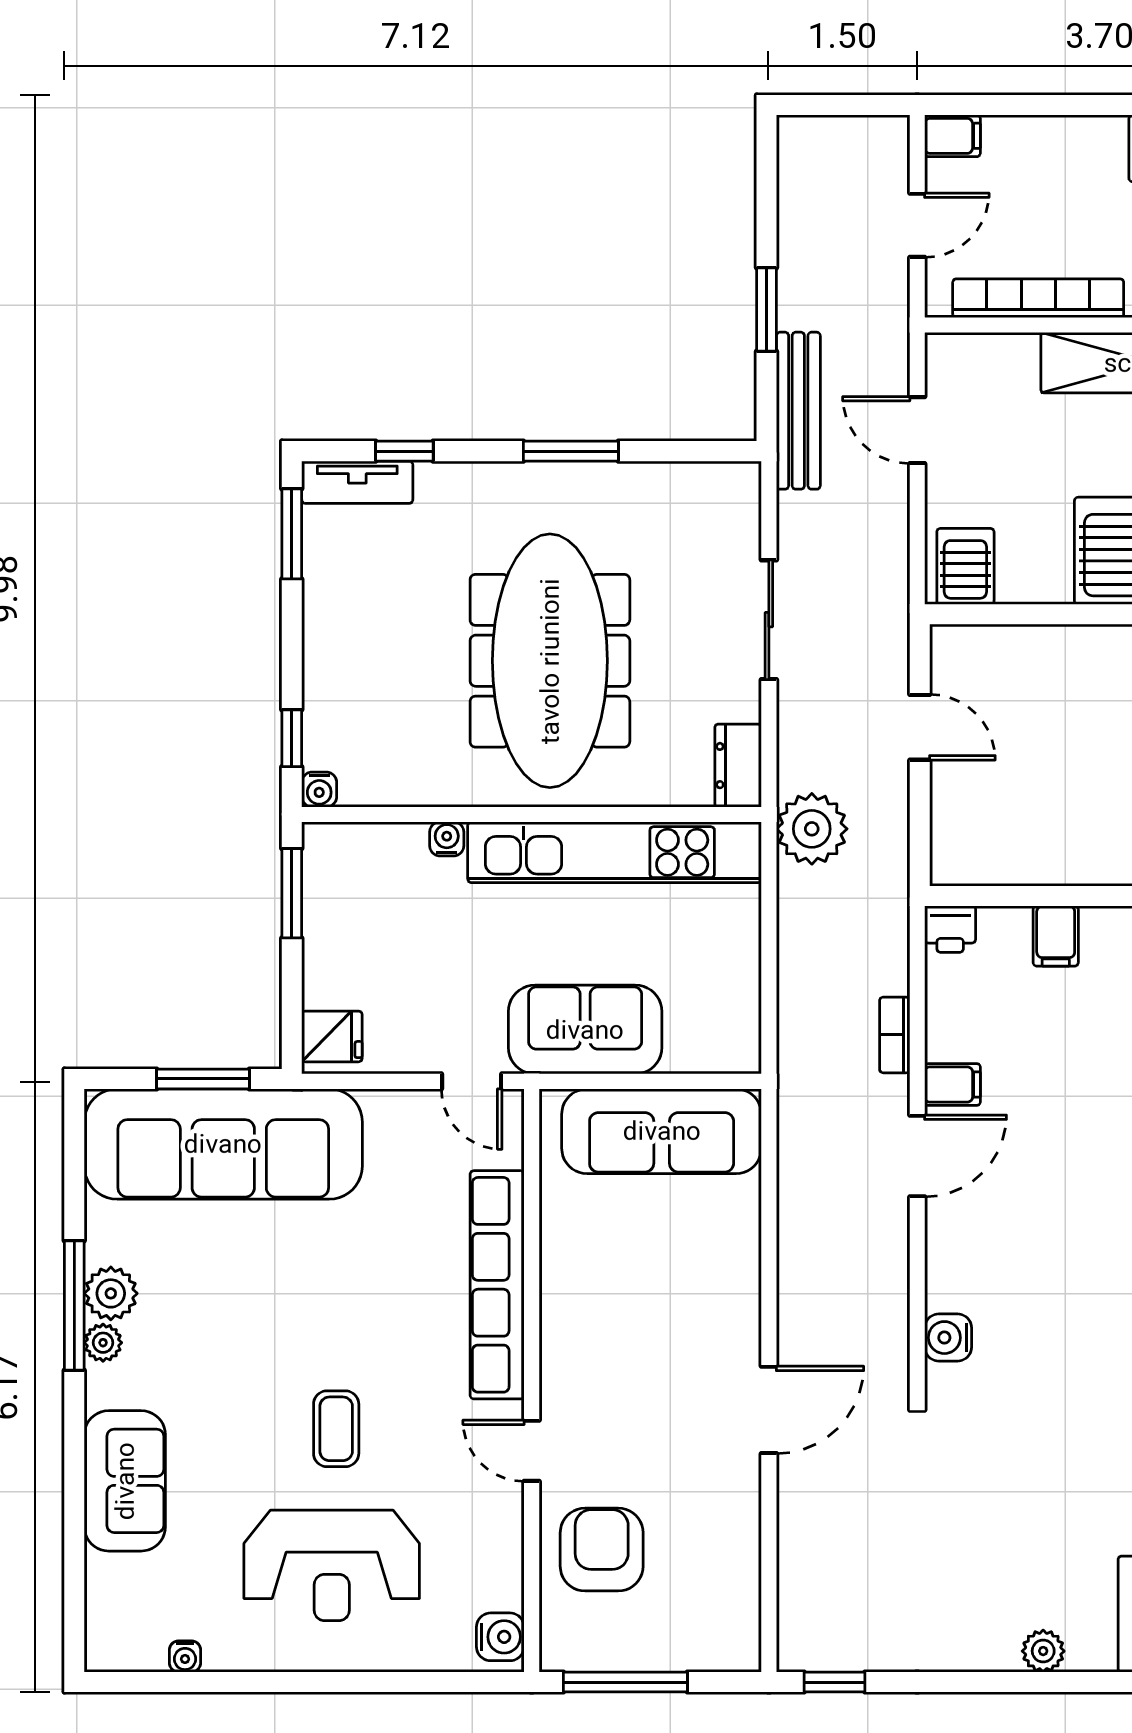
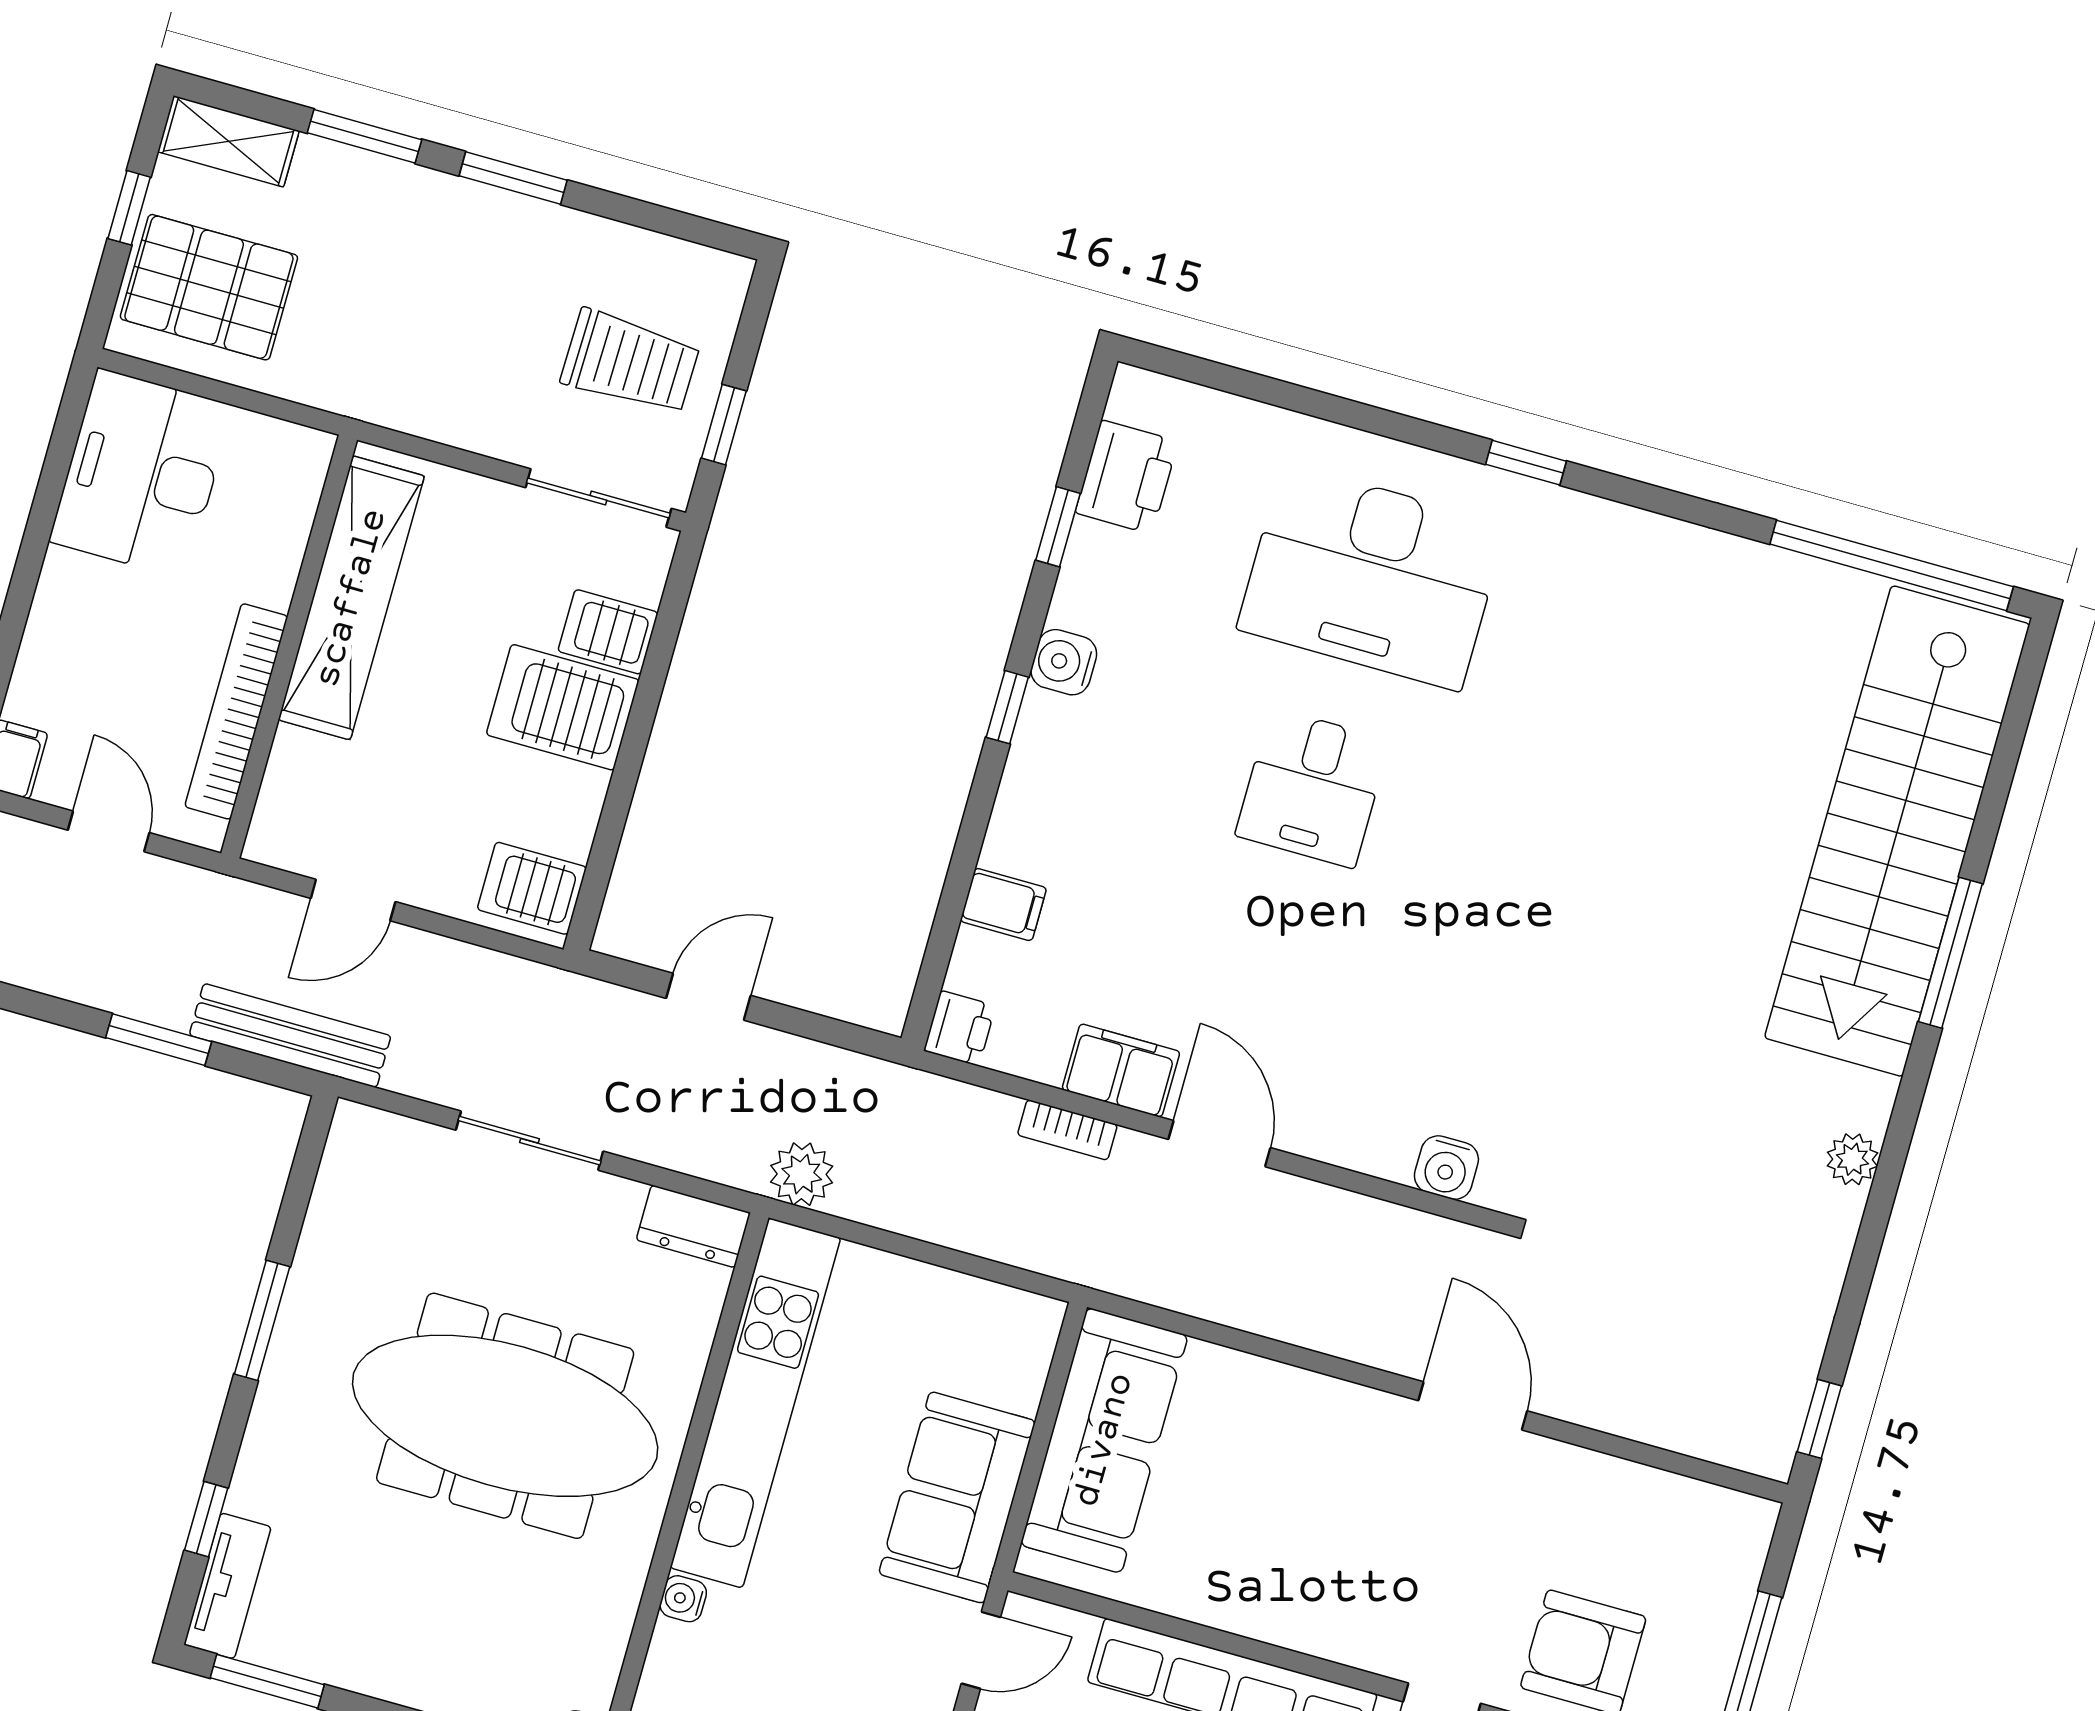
plant: (812, 829) -> (802, 1174), width x0.73, depth x0.73
filing cabinet: (952, 1085) -> (1121, 1070), width x2.00

